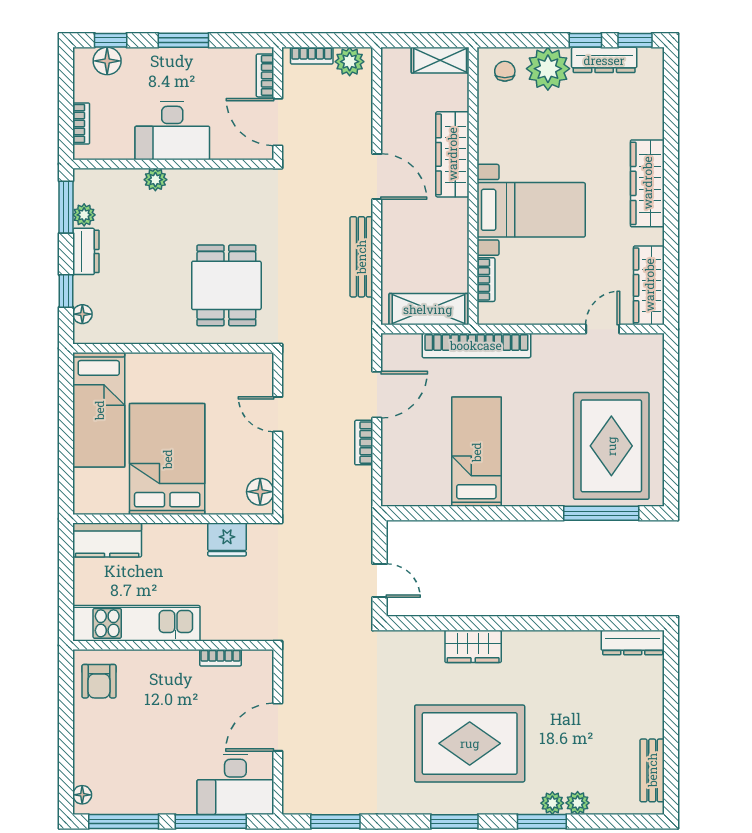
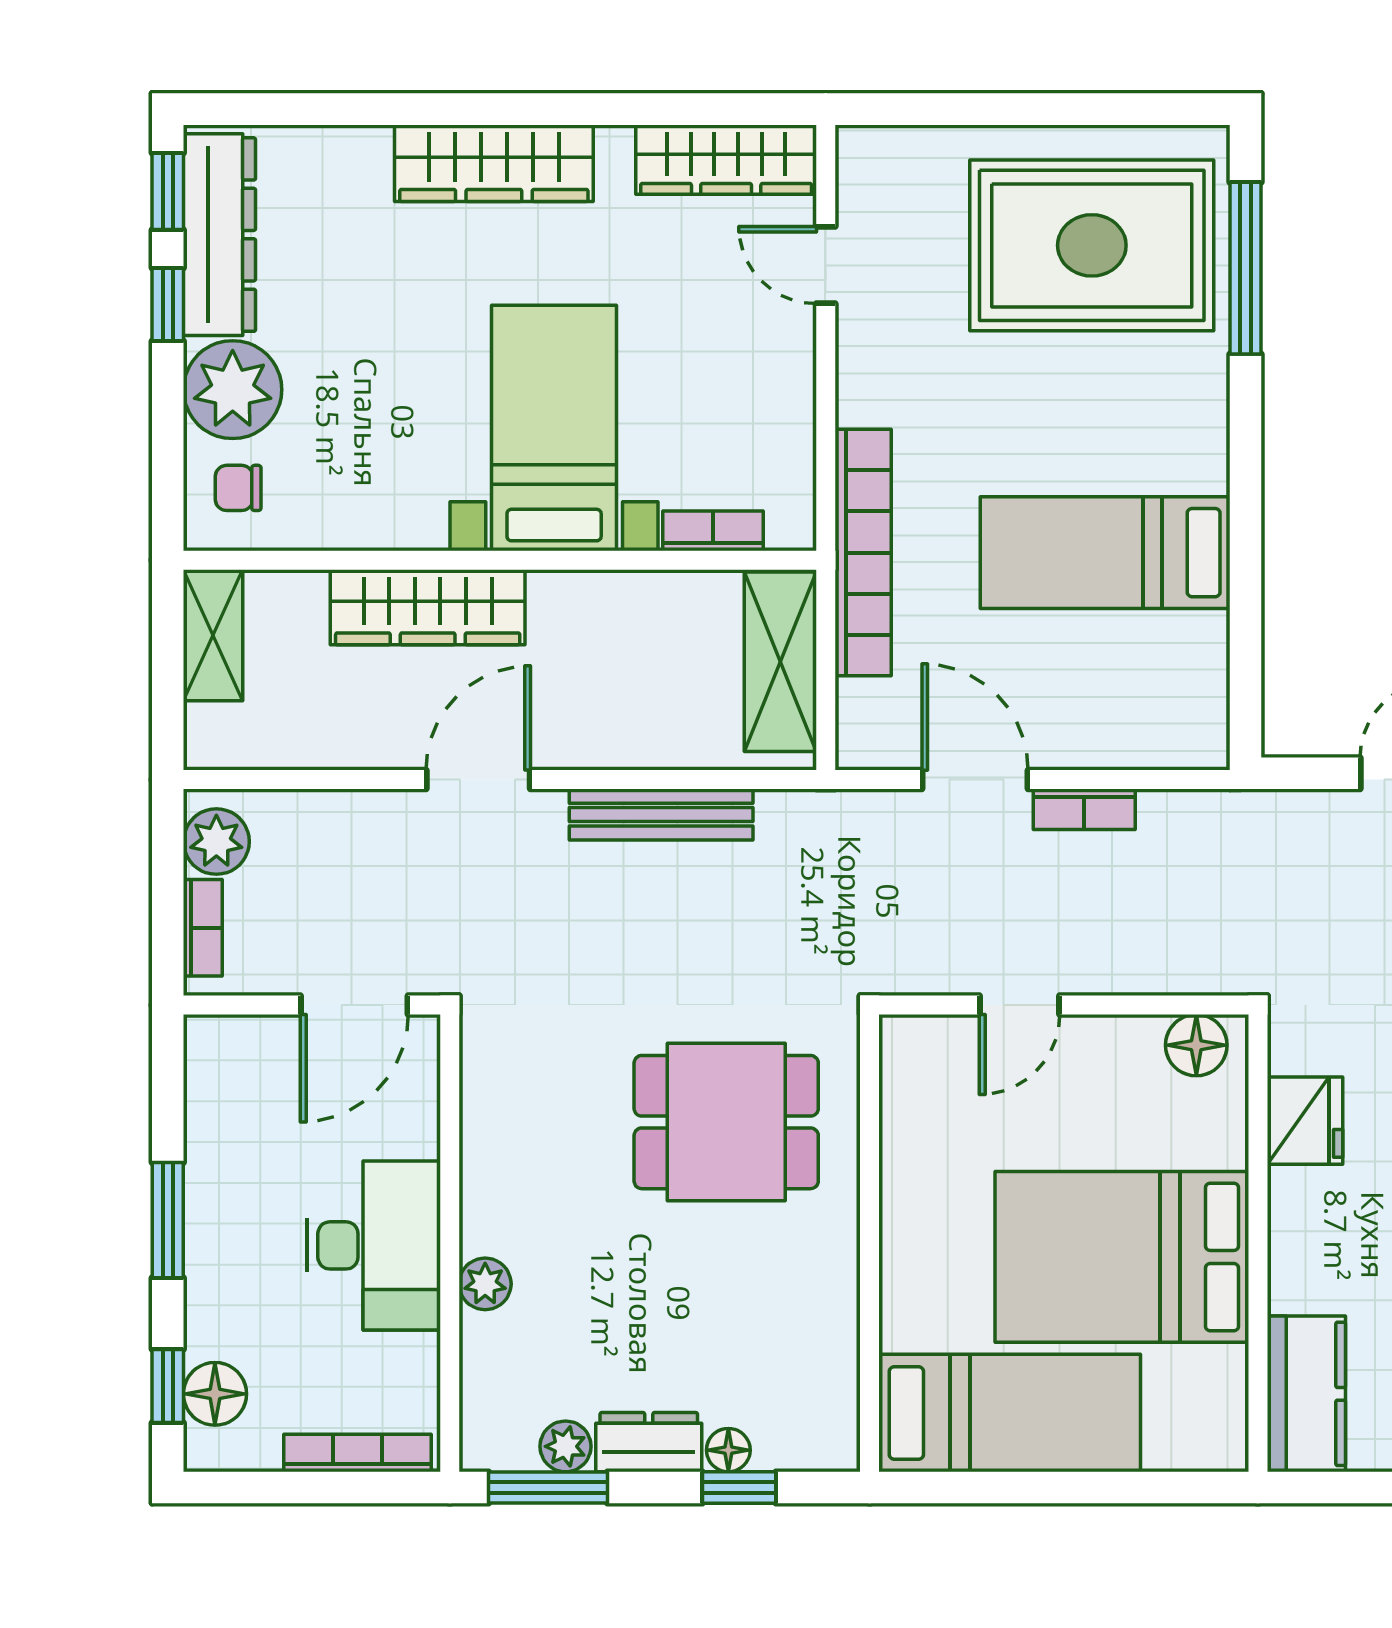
dresser: (604, 60) -> (219, 235), width x1.37, depth x1.24
bookcase: (265, 75) -> (248, 1034), removed
bookcase: (81, 124) -> (357, 1453), width x1.56
floor lamp: (82, 314) -> (728, 1450), moved

